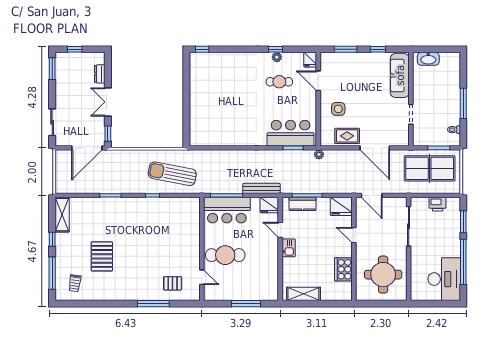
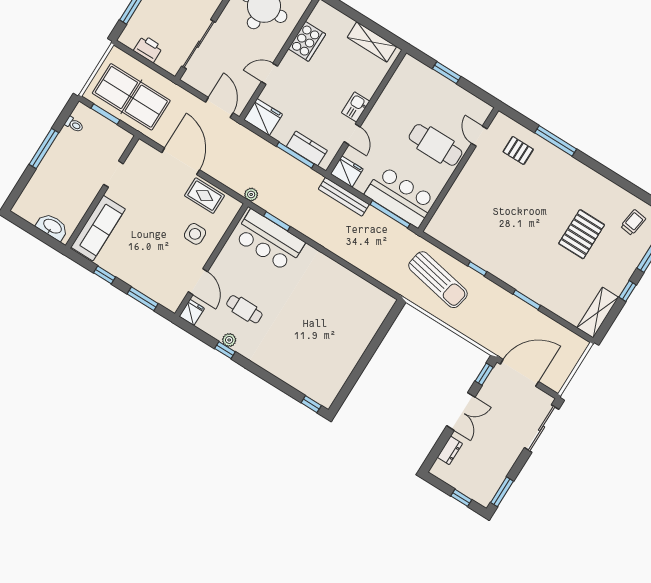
sliding door: (52, 122) -> (542, 429), width x1.37
door: (354, 235) -> (269, 74), swing flipped
window: (246, 304) -> (447, 73), width x0.69

